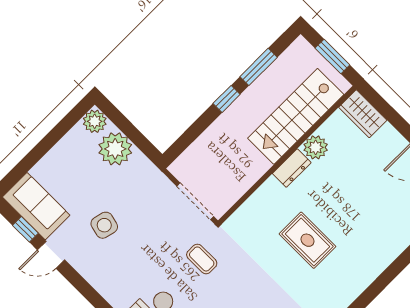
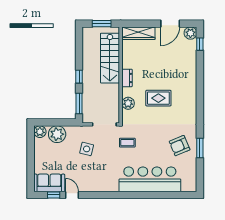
window: (259, 67) -> (79, 104), moved
wardrobe: (363, 114) -> (138, 33), width x1.50
plant: (316, 147) -> (128, 103), moved
side table: (104, 225) -> (87, 149), moved
door: (51, 255) -> (72, 195), swing flipped

